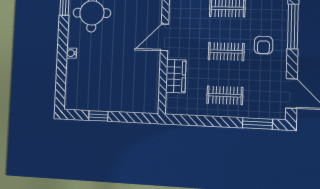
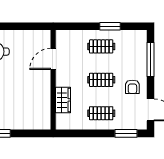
door: (164, 37) -> (53, 59), moved
armchair: (263, 45) -> (132, 87), moved

